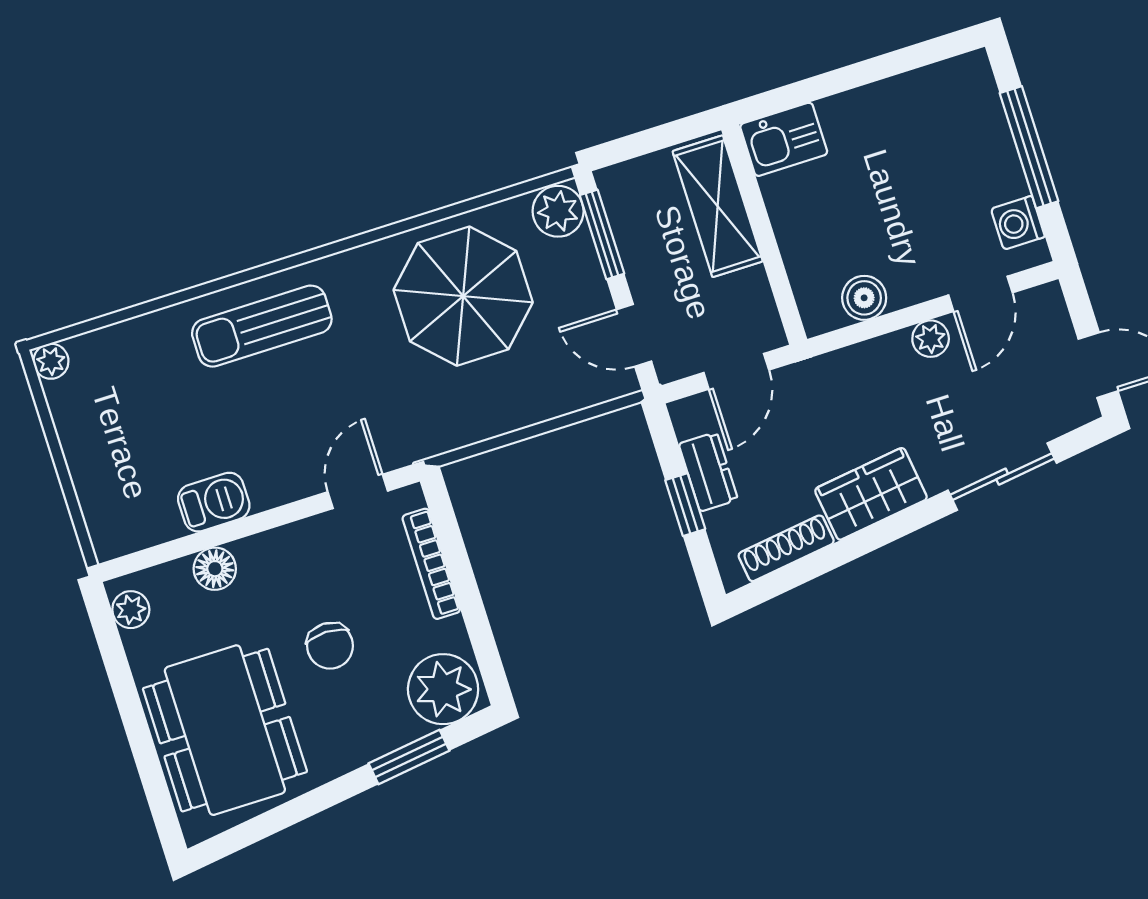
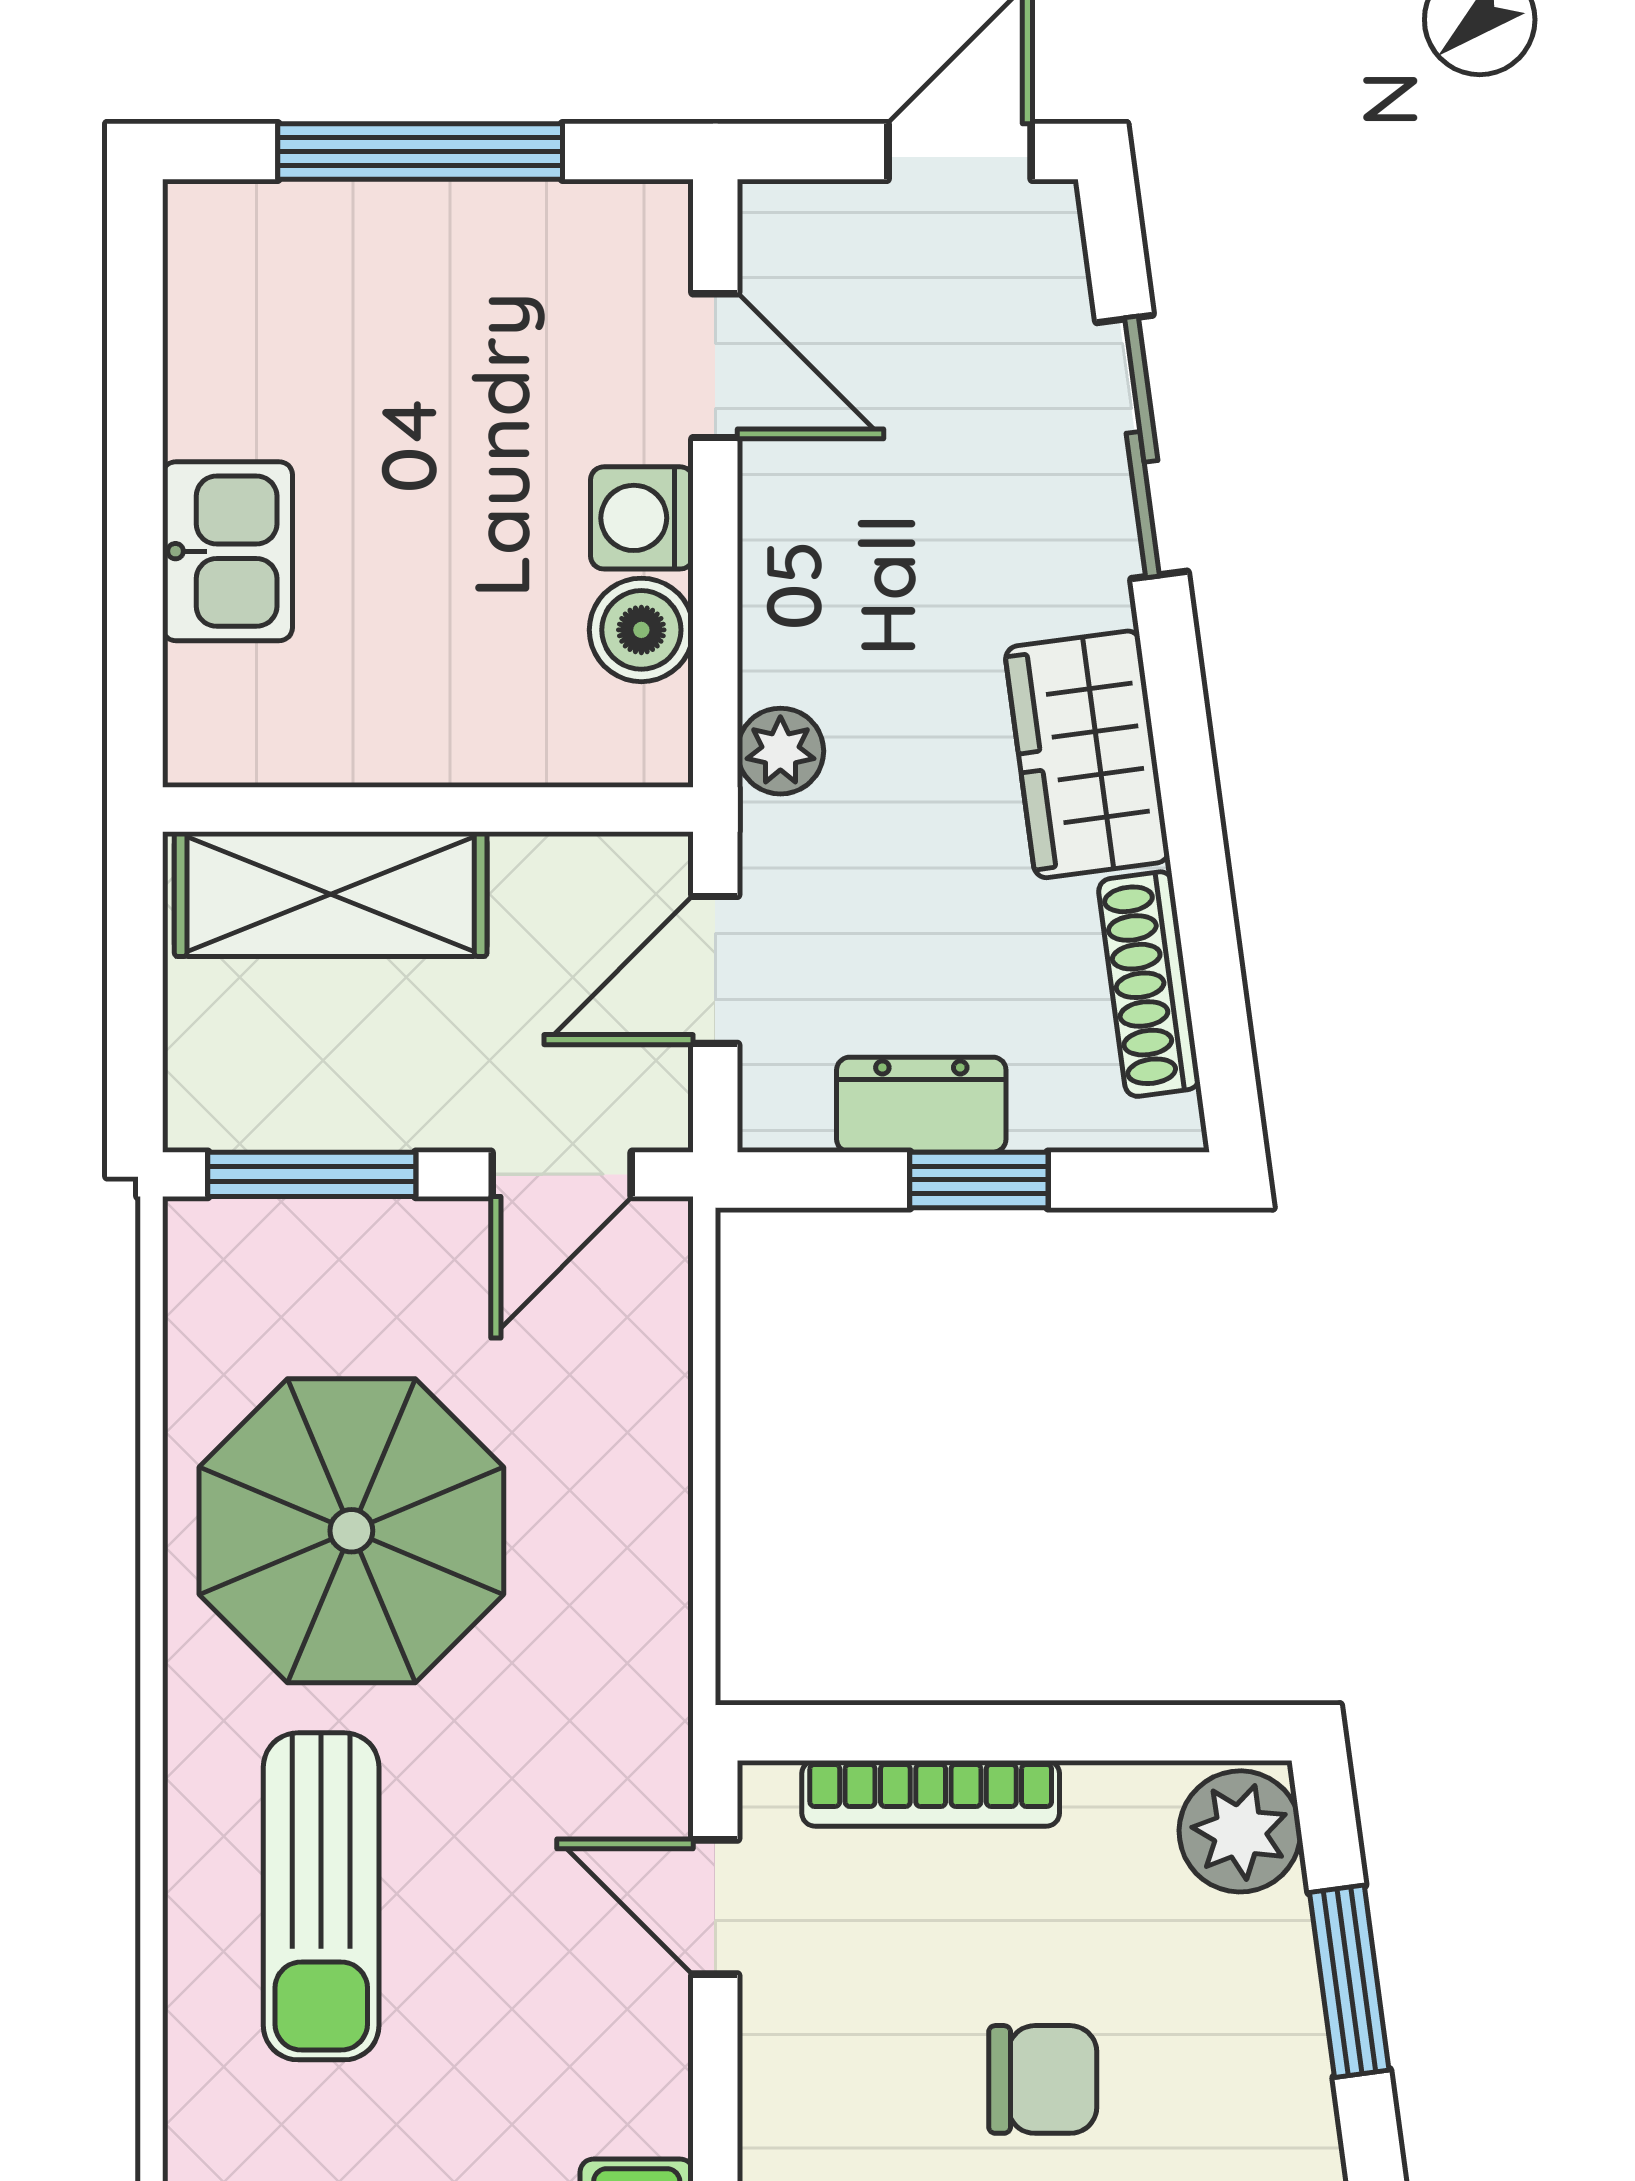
kitchen sink: (784, 139) -> (227, 551), moved
plant: (558, 211) -> (228, 1257), removed
washing machine: (1018, 223) -> (642, 518), moved, turned 90
sun lounger: (262, 326) -> (321, 1896), moved
plant: (931, 339) -> (780, 751), moved
door: (736, 371) -> (715, 970), swing flipped
plant: (443, 689) -> (1240, 1831), width x0.73, depth x0.73

